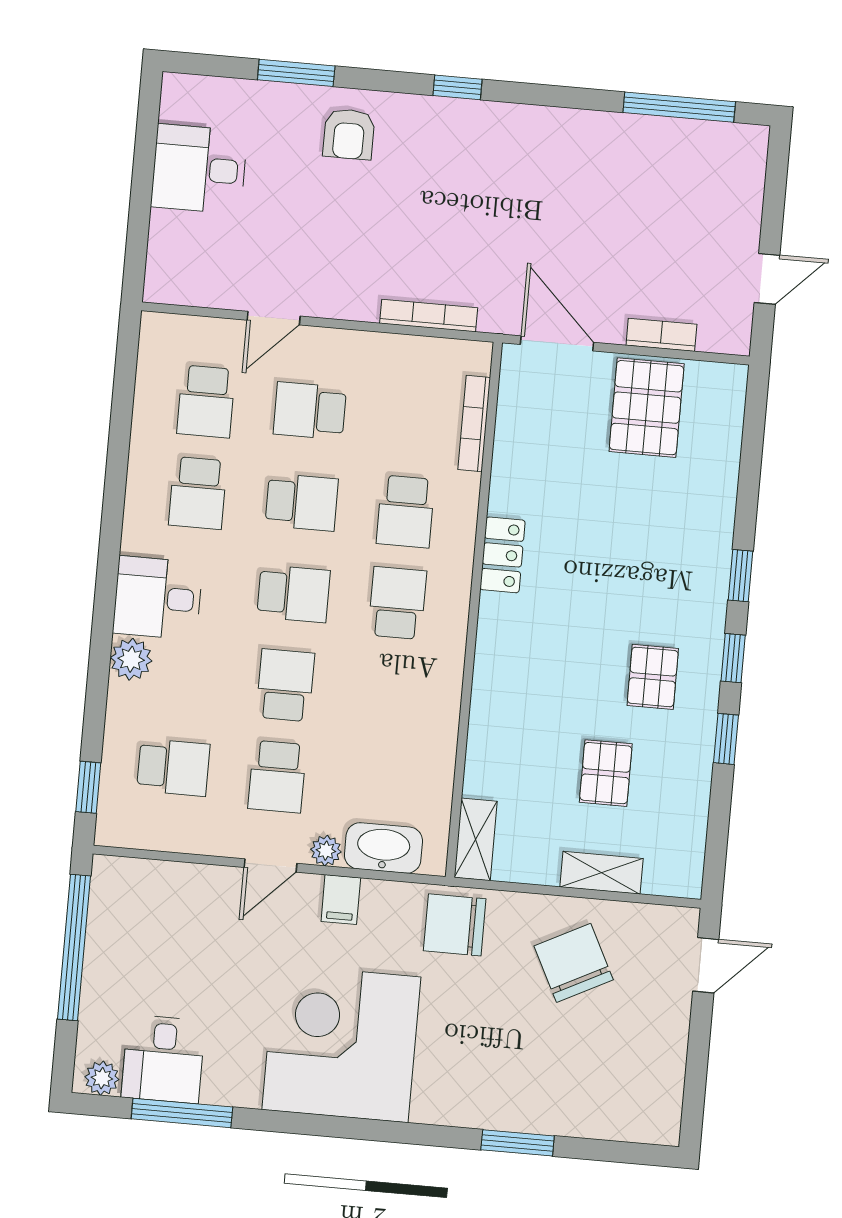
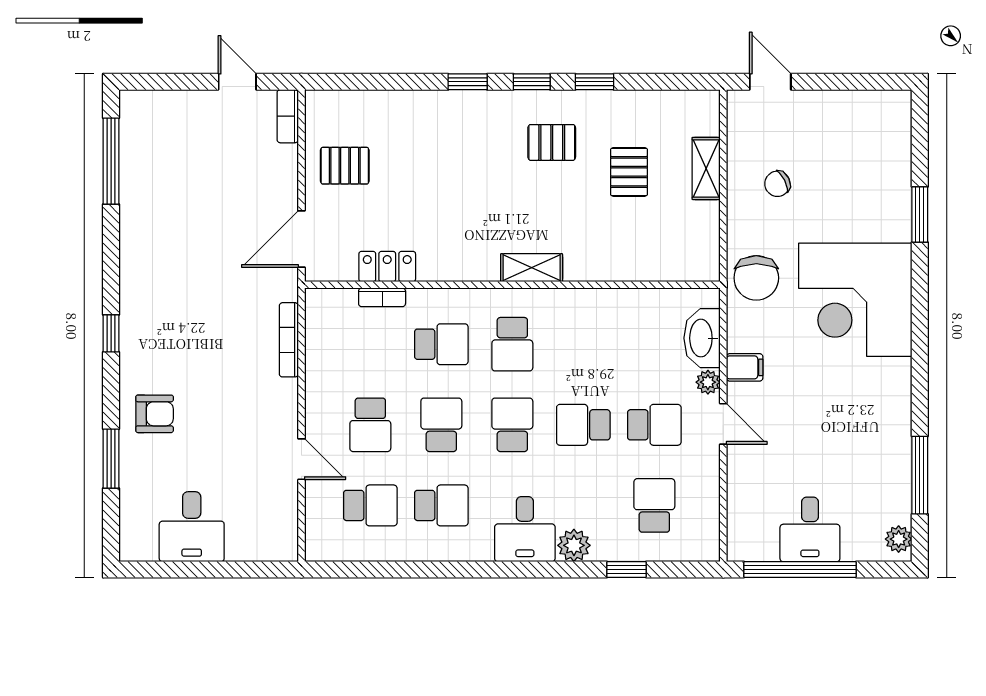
bookcase: (661, 335) -> (288, 116), moved
pallet: (647, 408) -> (345, 166), width x0.67, depth x0.71
bookcase: (474, 424) -> (382, 297), width x0.64
locker: (503, 555) -> (387, 267), moved
school desk: (397, 603) -> (512, 344), turned -90
pallet: (606, 773) -> (629, 172), turned 90
window: (88, 787) -> (626, 570), moved
shelving: (476, 839) -> (532, 268), moved
chair: (574, 963) -> (777, 184), width x0.54, depth x0.54
corner desk: (341, 1043) -> (855, 300), moved
desk: (163, 1059) -> (810, 529), moved, turned 90

